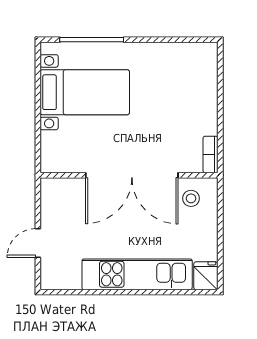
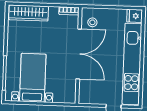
wardrobe: (204, 80) -> (29, 13), added
kitchen unit: (137, 274) -> (132, 64), width x1.36

